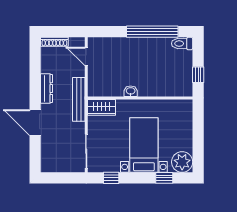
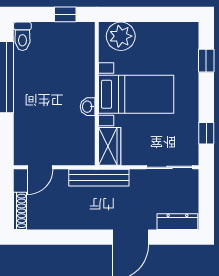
dresser: (46, 89) -> (177, 222), moved
bed with nightstands: (144, 145) -> (136, 94), moved, turned 180
plant: (182, 162) -> (121, 36), moved

